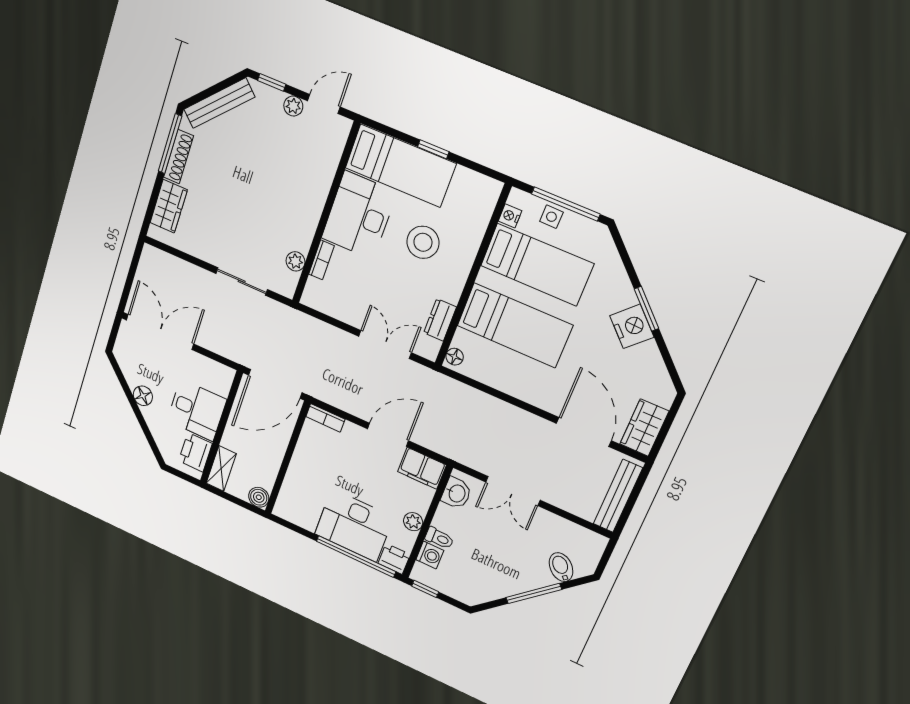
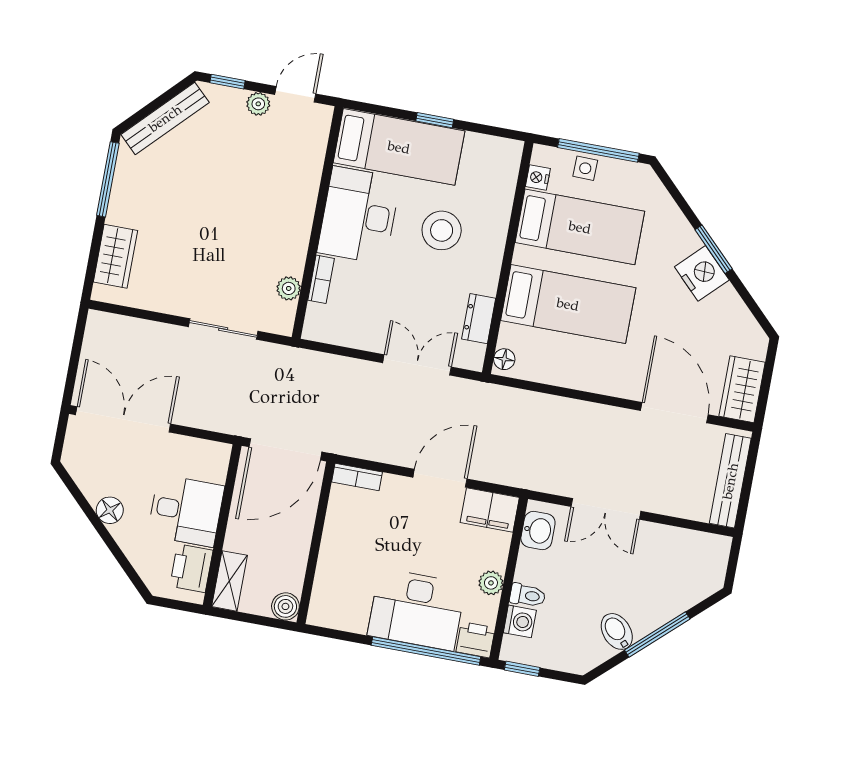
shoe rack: (178, 157) -> (121, 193), removed
bidet: (561, 567) -> (617, 631), moved

